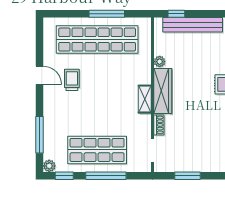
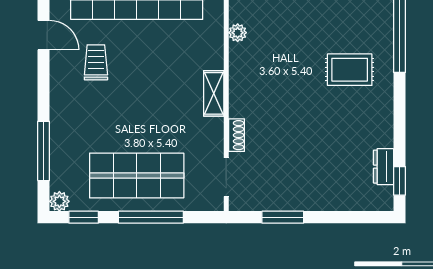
door: (39, 75) -> (44, 35), moved
wardrobe: (163, 91) -> (243, 80), removed

